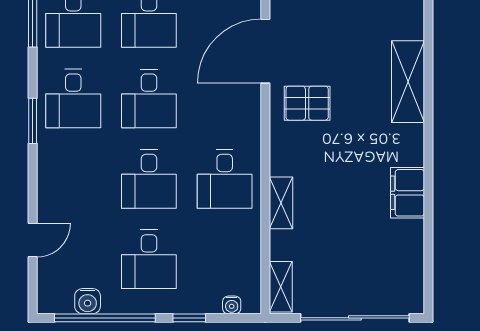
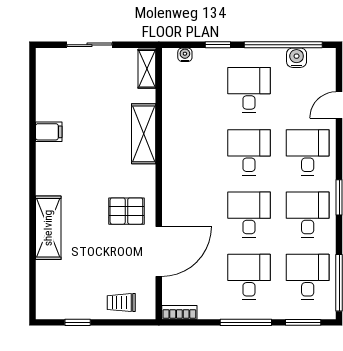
desk: (225, 179) -> (308, 152), moved
filing cabinet: (407, 193) -> (49, 132), width x0.50
shelving: (281, 203) -> (144, 134), width x1.50, depth x1.33
sliding door: (355, 318) -> (89, 45), width x0.54

